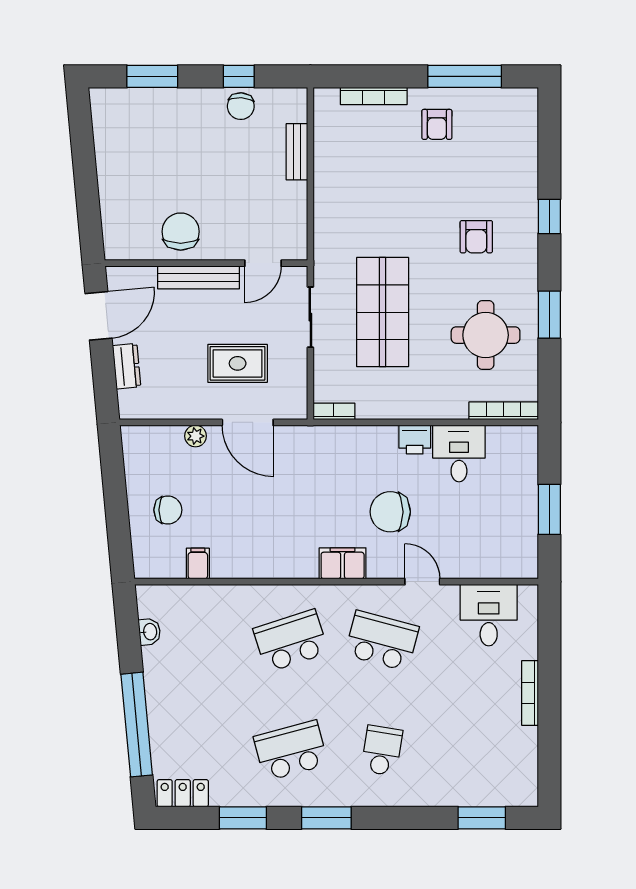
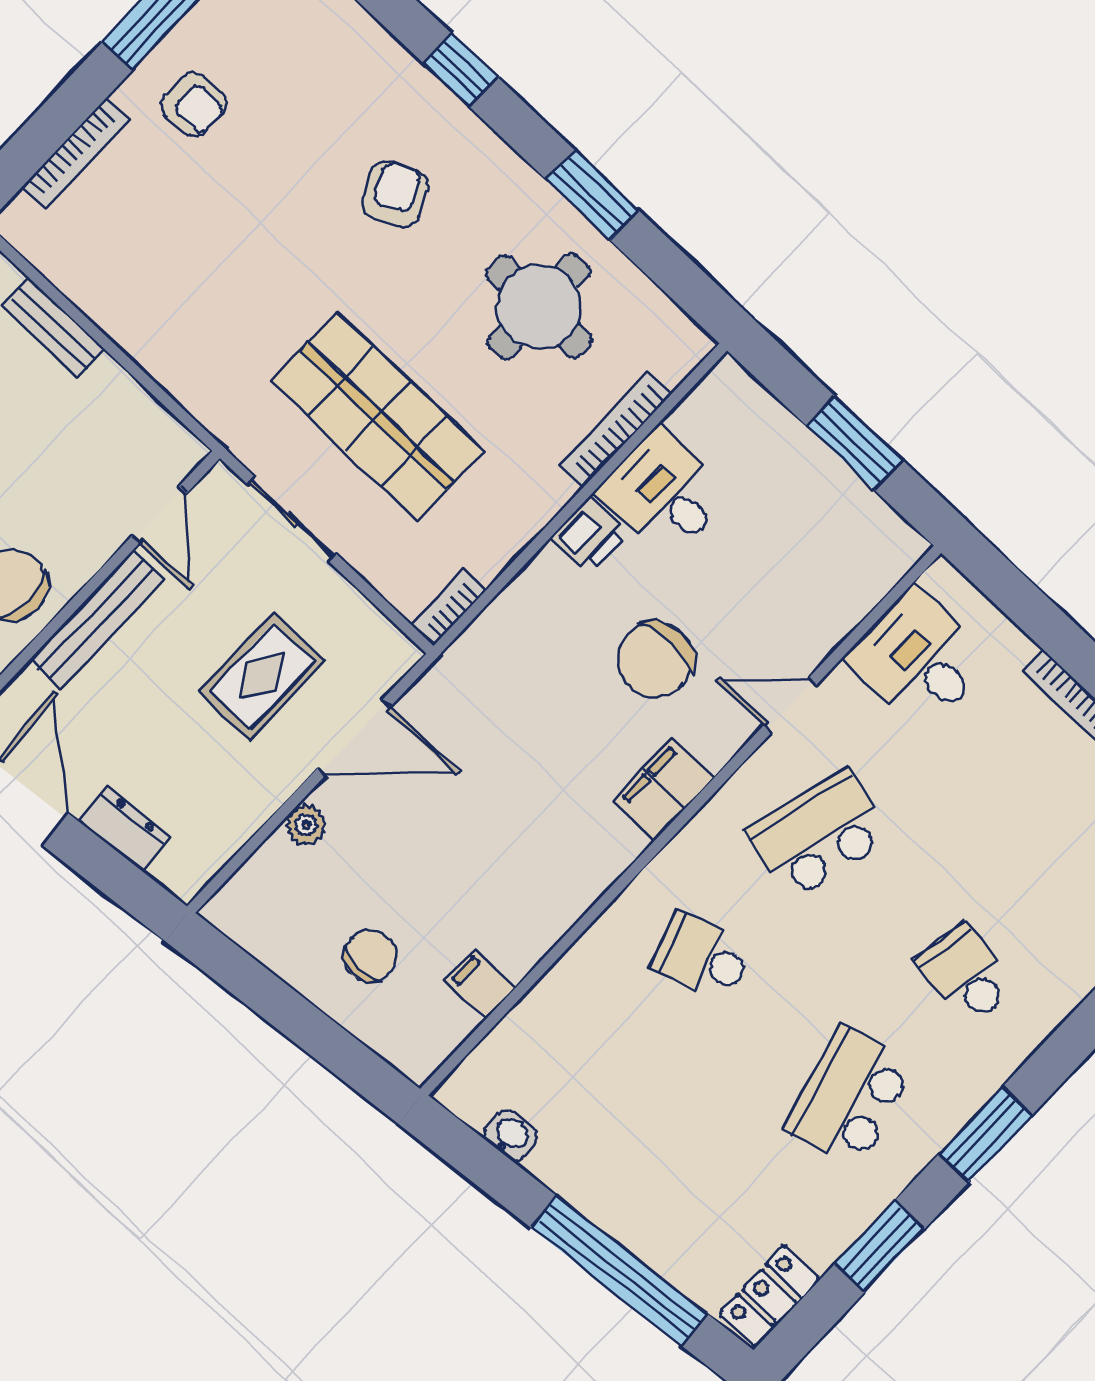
armchair: (476, 237) -> (395, 194), turned -115
bookcase: (504, 411) -> (616, 429), moved
school desk: (291, 641) -> (702, 957), width x0.54

